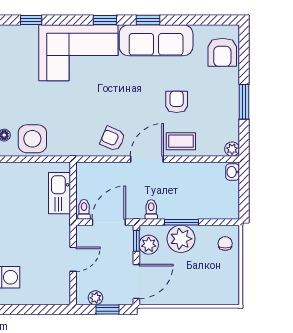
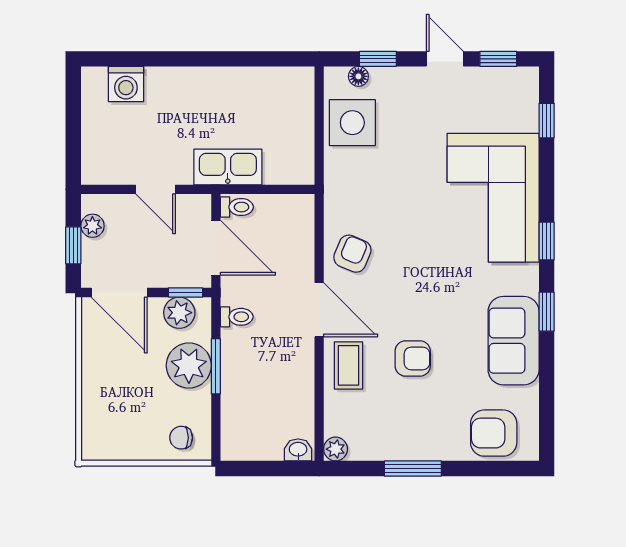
sofa: (156, 40) -> (514, 341), width x0.73
kitchen sink: (59, 193) -> (228, 167), moved
chair: (225, 244) -> (181, 438), turned 180

